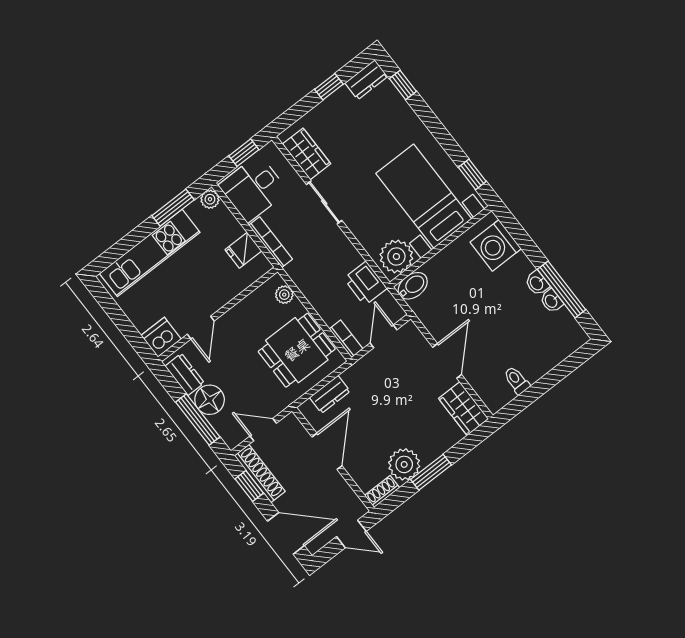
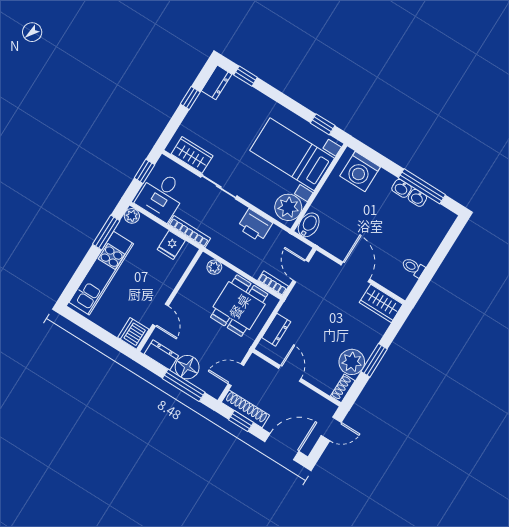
printer: (365, 283) -> (255, 225), moved
door: (327, 451) -> (290, 373), width x0.73

